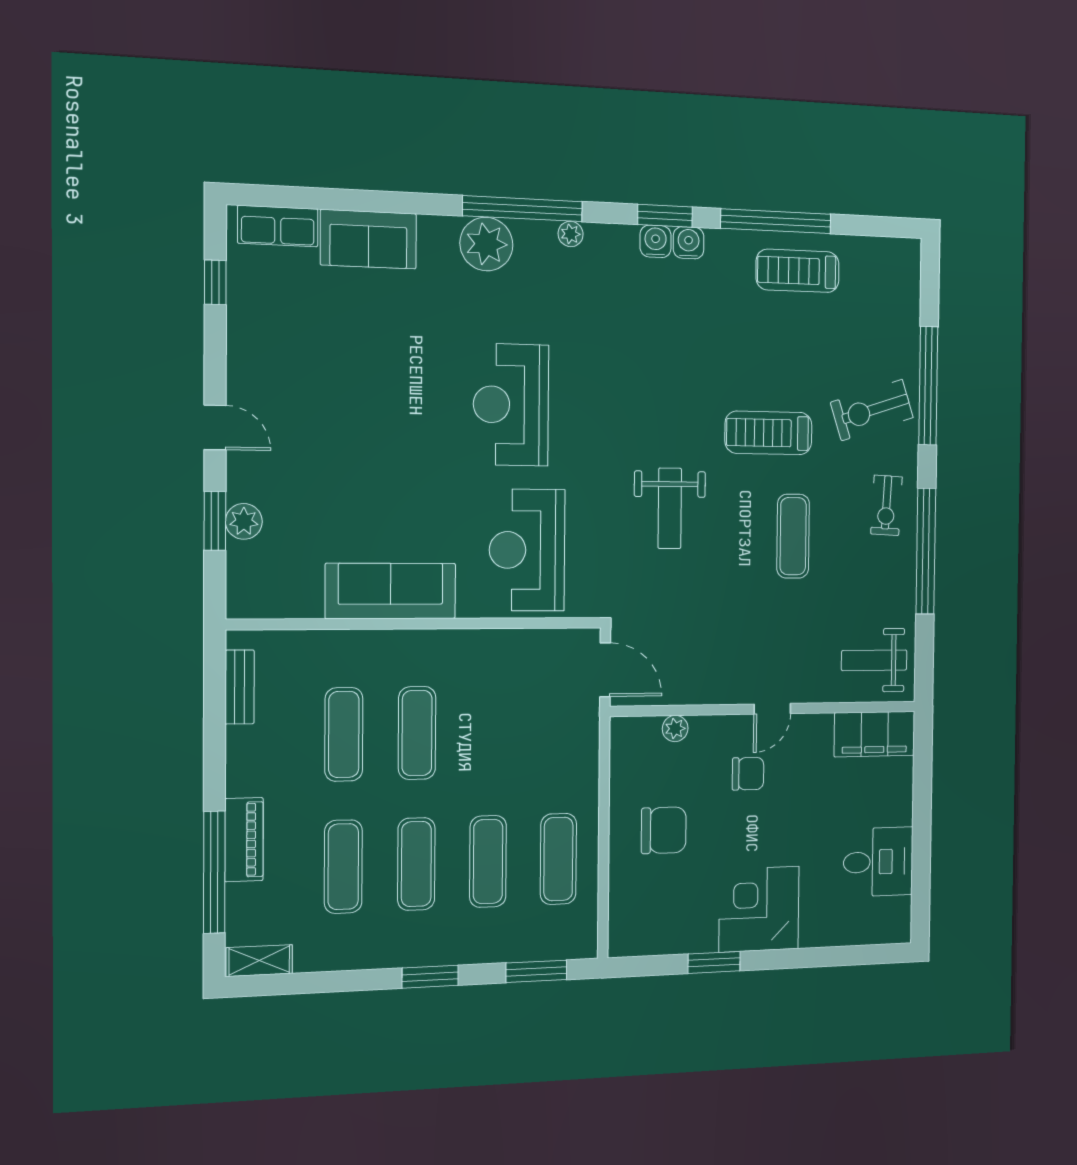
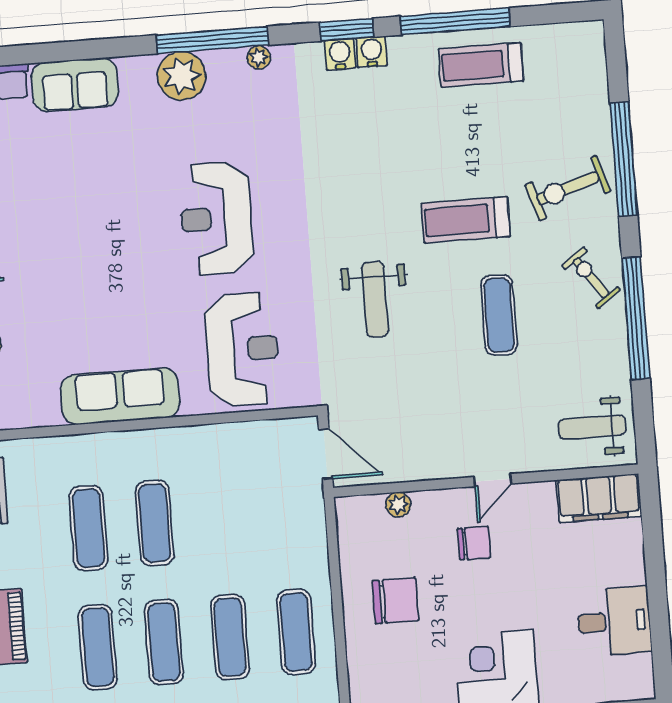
exercise bike: (886, 505) -> (591, 278), turned 141
reception desk: (527, 550) -> (242, 349), turned 180

